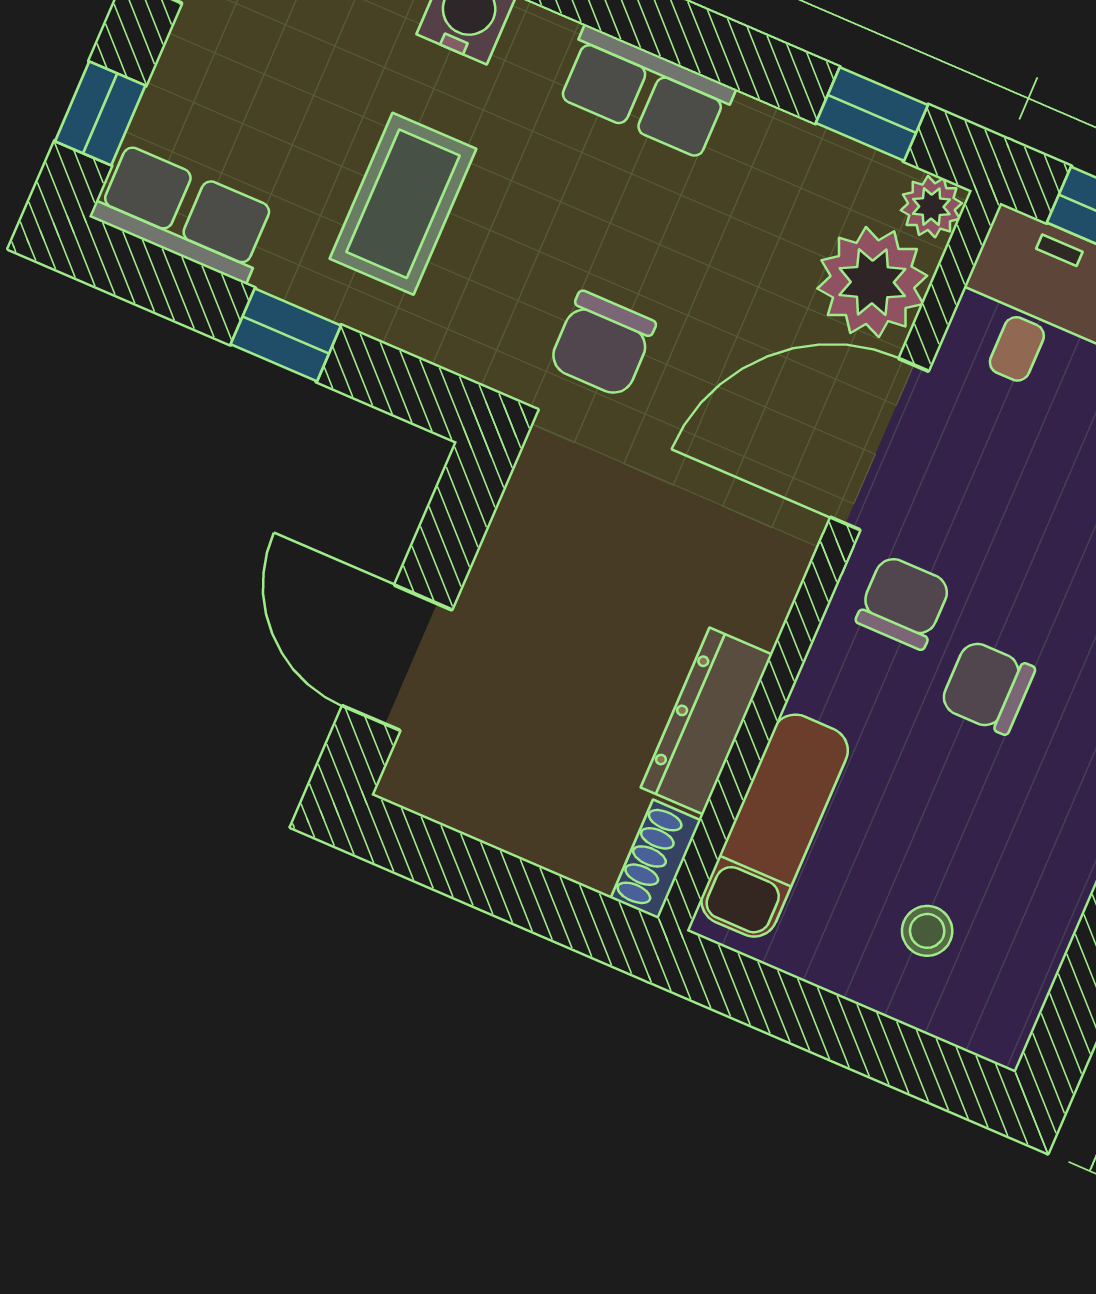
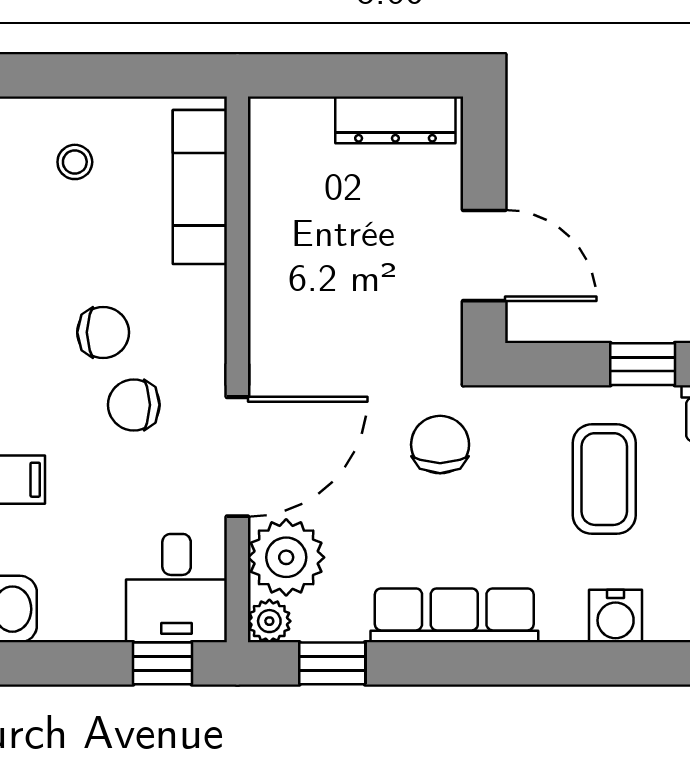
row of seats: (645, 92) -> (454, 615), width x1.48
chair: (903, 602) -> (134, 405), moved, turned 90
door: (397, 658) -> (484, 255), moved
dresser: (707, 721) -> (395, 120), moved, turned 90
shoe rack: (656, 859) -> (266, 133), removed

